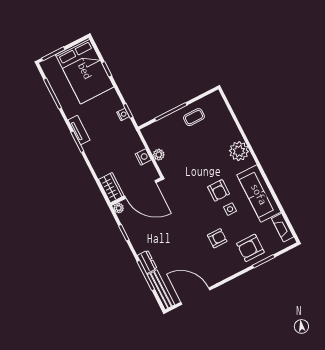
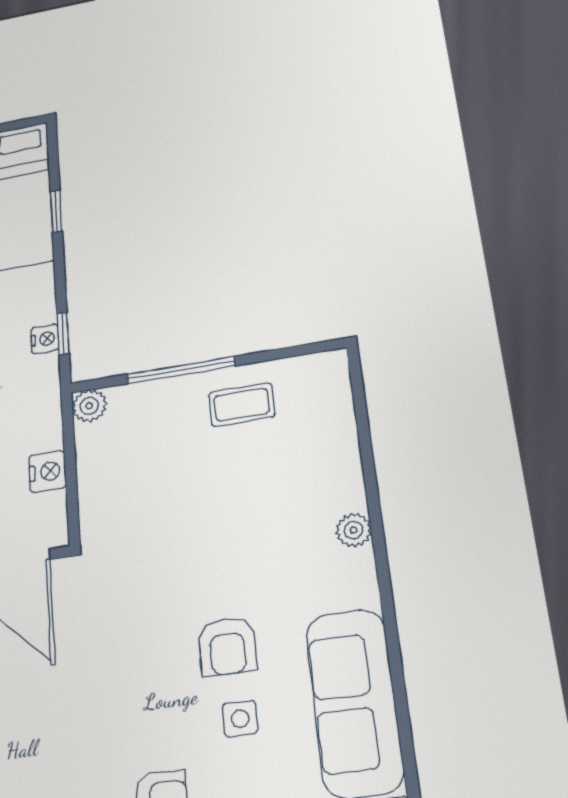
plant: (239, 151) -> (354, 530), width x0.53, depth x0.53
plant: (159, 155) -> (89, 406), moved

